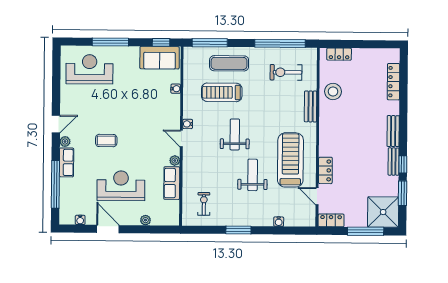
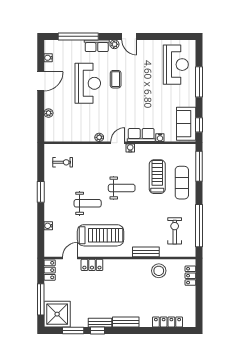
row of seats: (172, 183) -> (141, 135), moved
reception desk: (121, 186) -> (88, 83), moved

